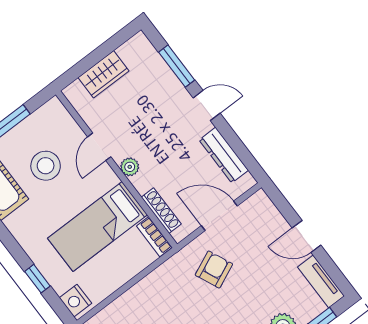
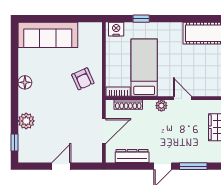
stool: (46, 166) -> (193, 65), removed
armchair: (214, 270) -> (83, 79), moved
tv unit: (321, 281) -> (34, 156), removed

